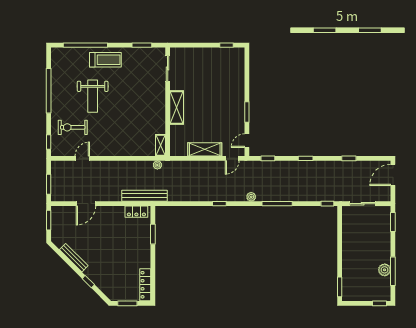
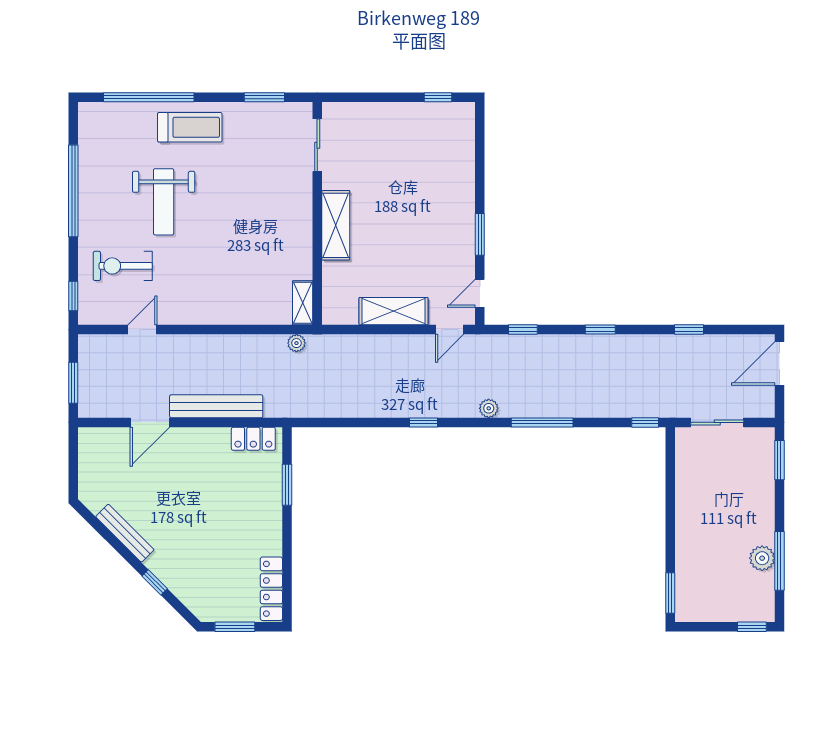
bench: (144, 196) -> (216, 406), moved
window: (49, 220) -> (73, 456), removed

